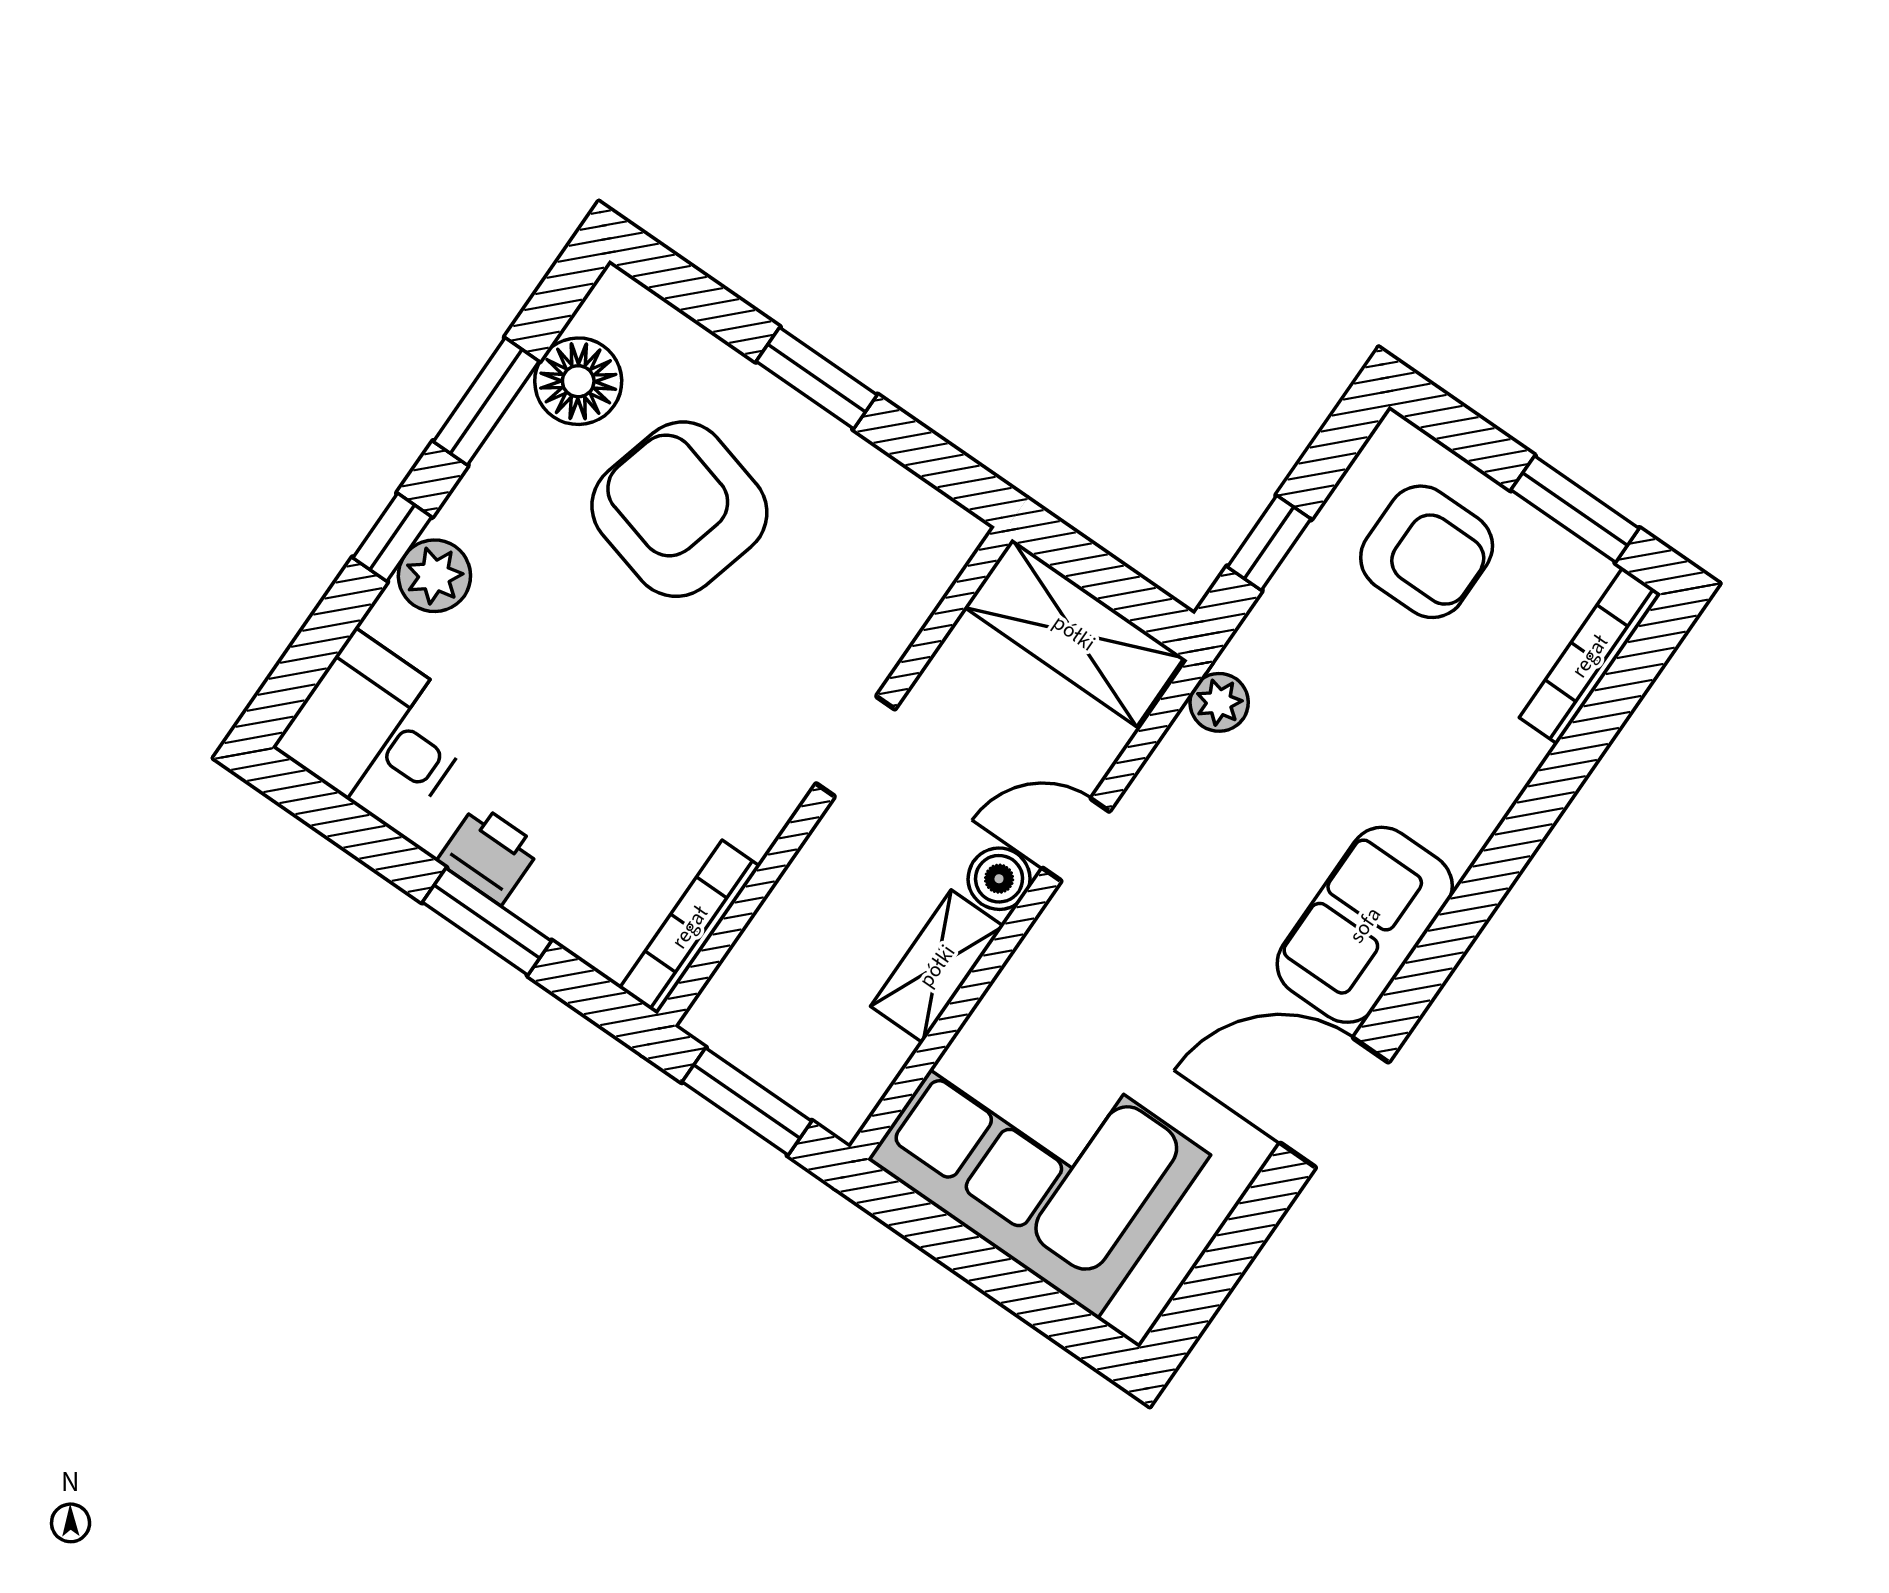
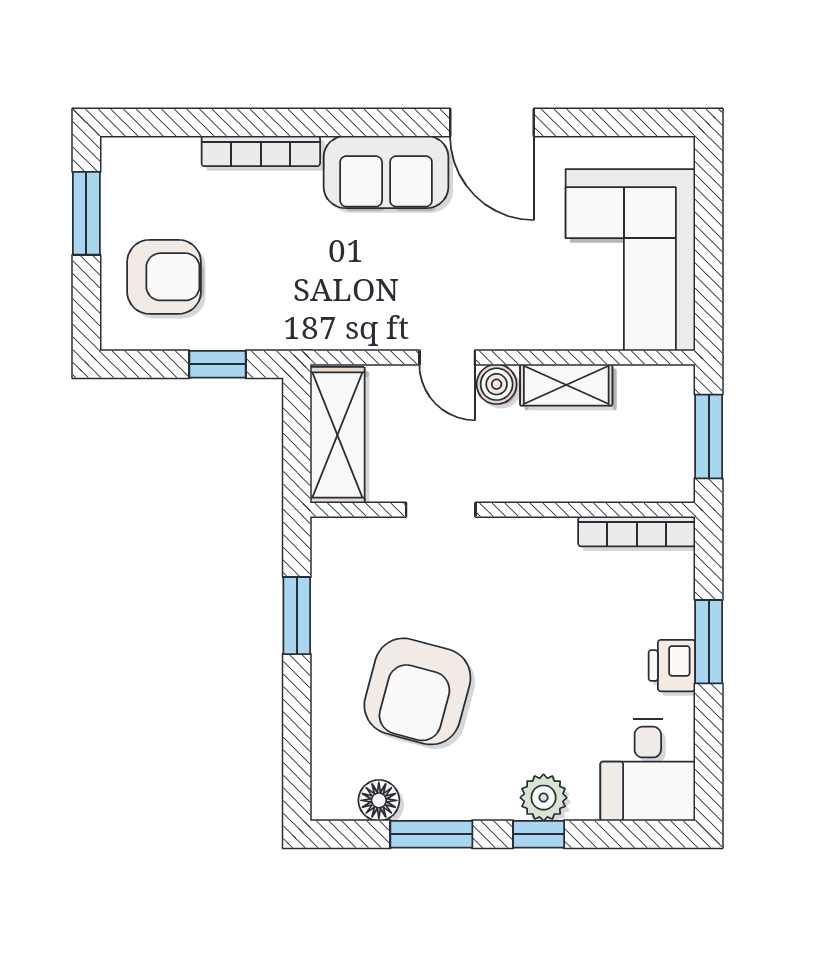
window: (817, 378) -> (297, 616), moved
floor lamp: (578, 381) -> (379, 800), width x0.73, depth x0.73
armchair: (1427, 552) -> (164, 277), turned 90
bookcase: (1590, 656) -> (261, 151), moved
plant: (1219, 702) -> (321, 332), removed
doorway: (855, 746) -> (441, 510), moved

